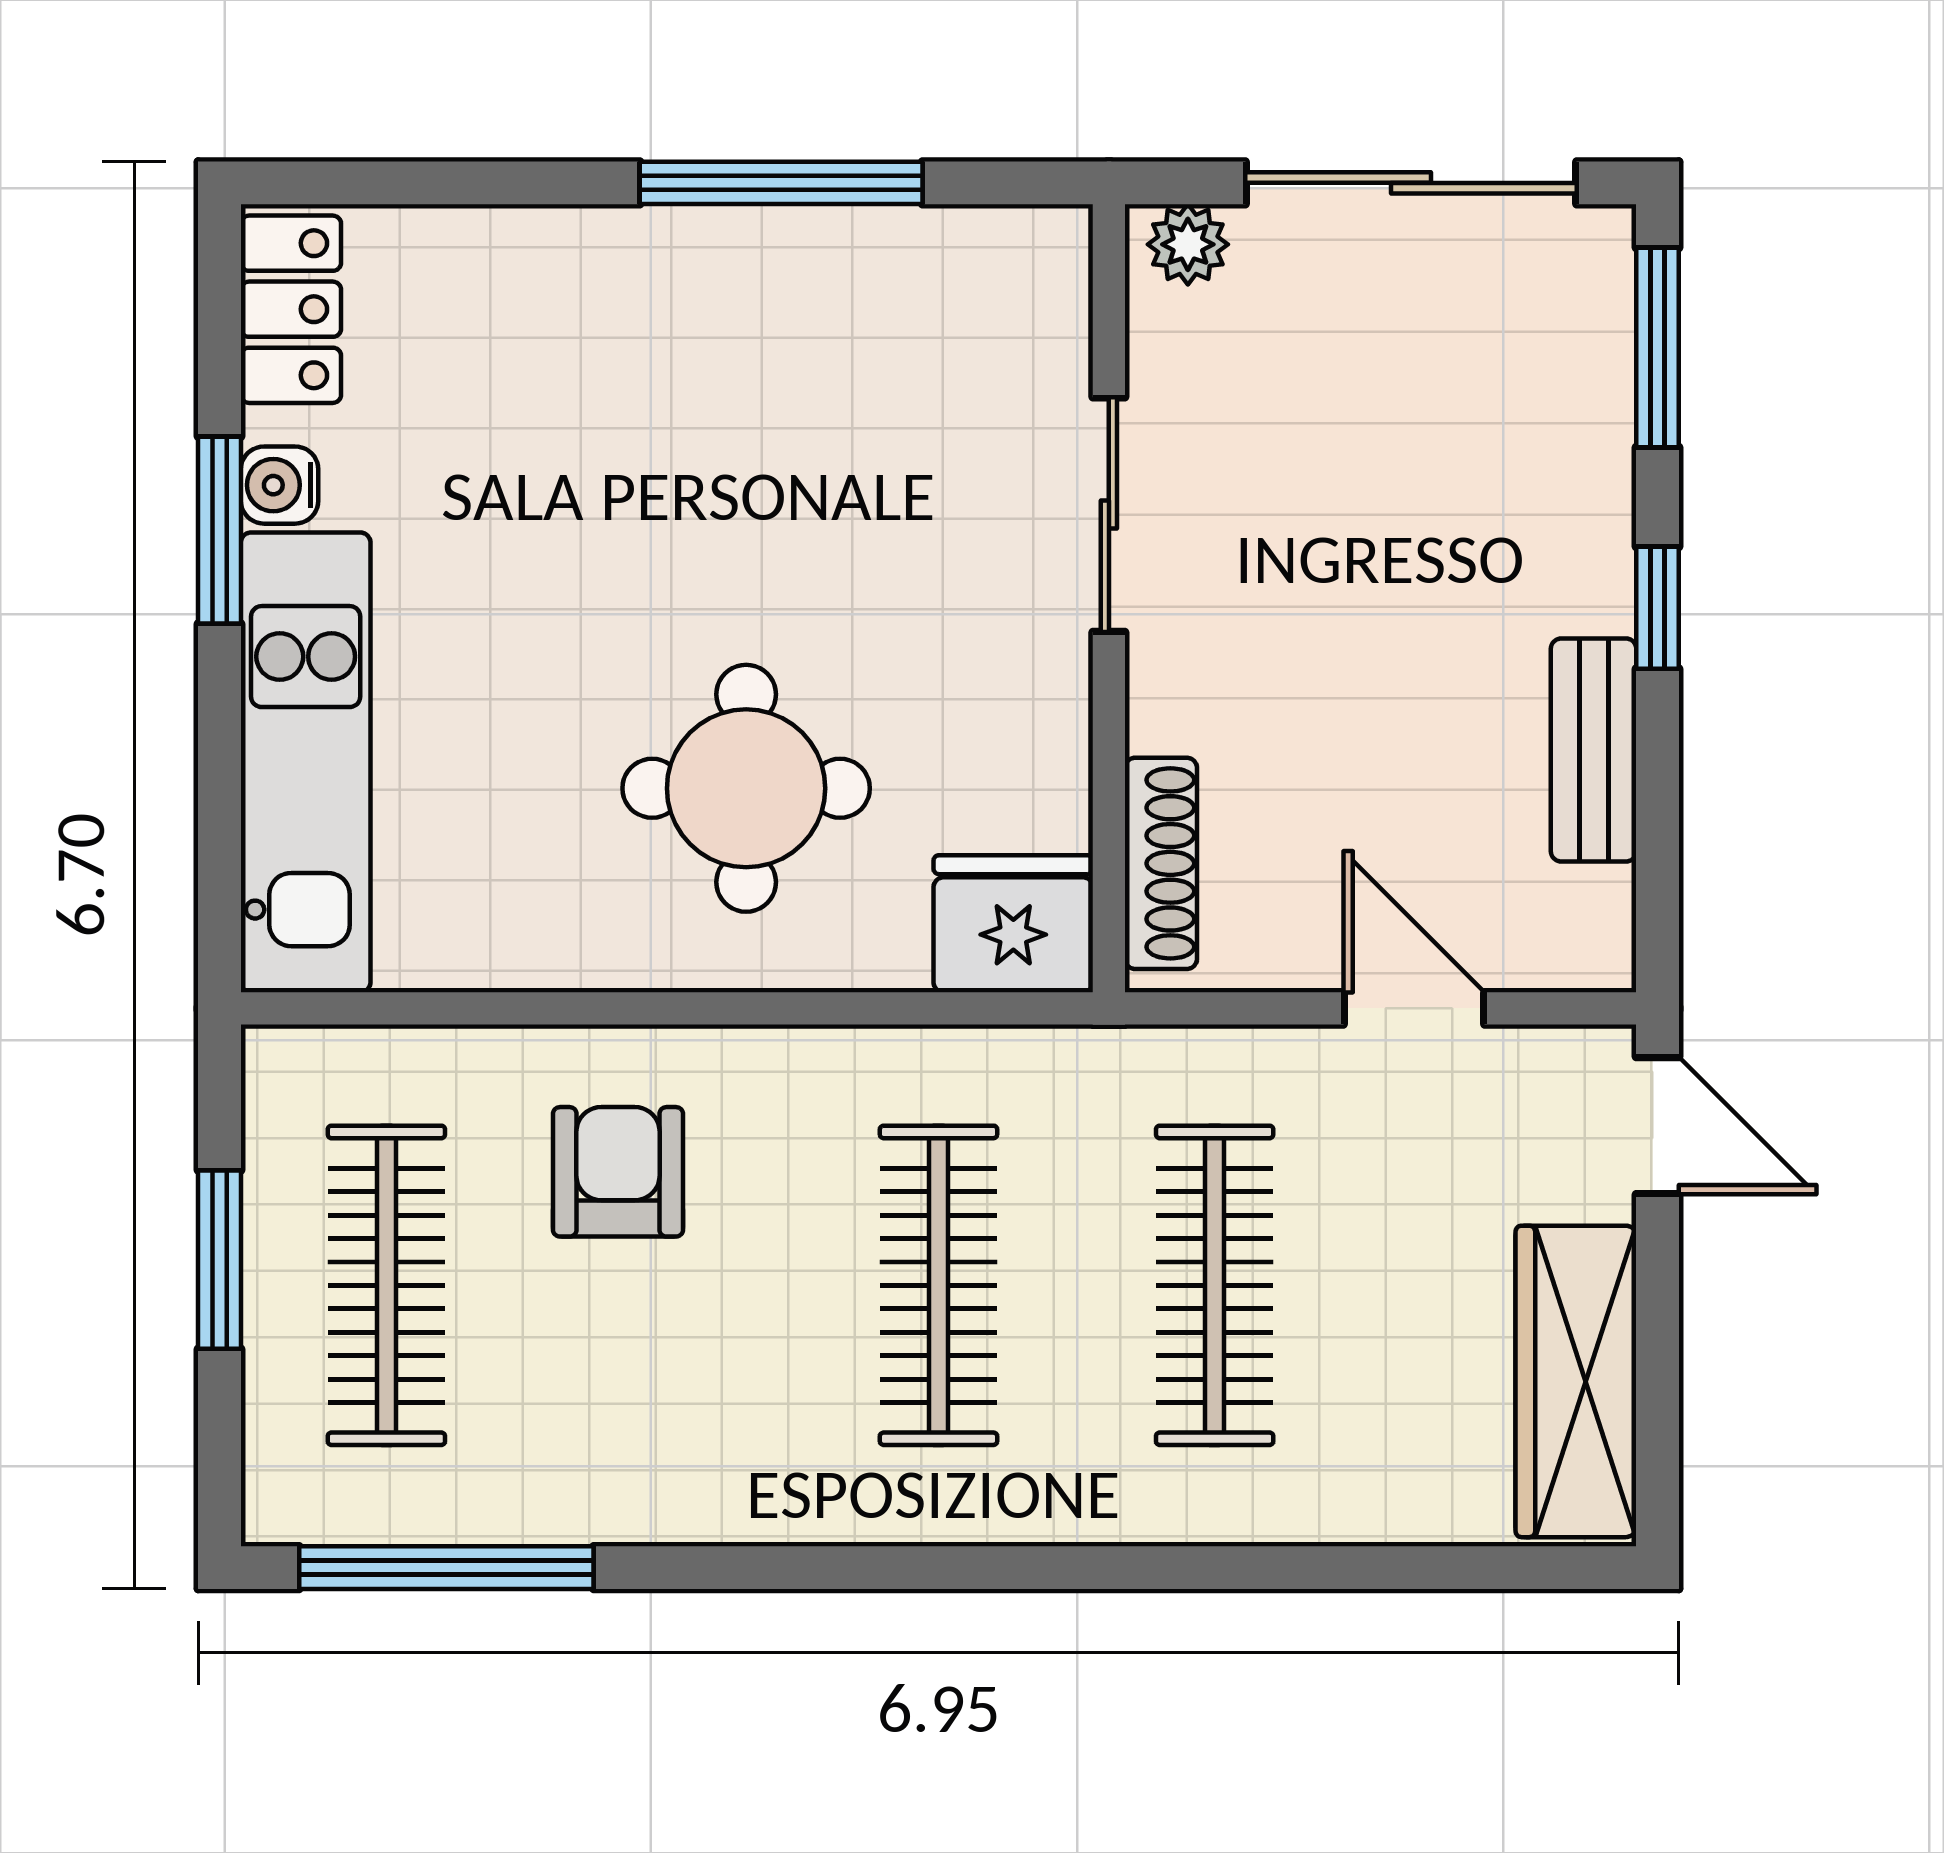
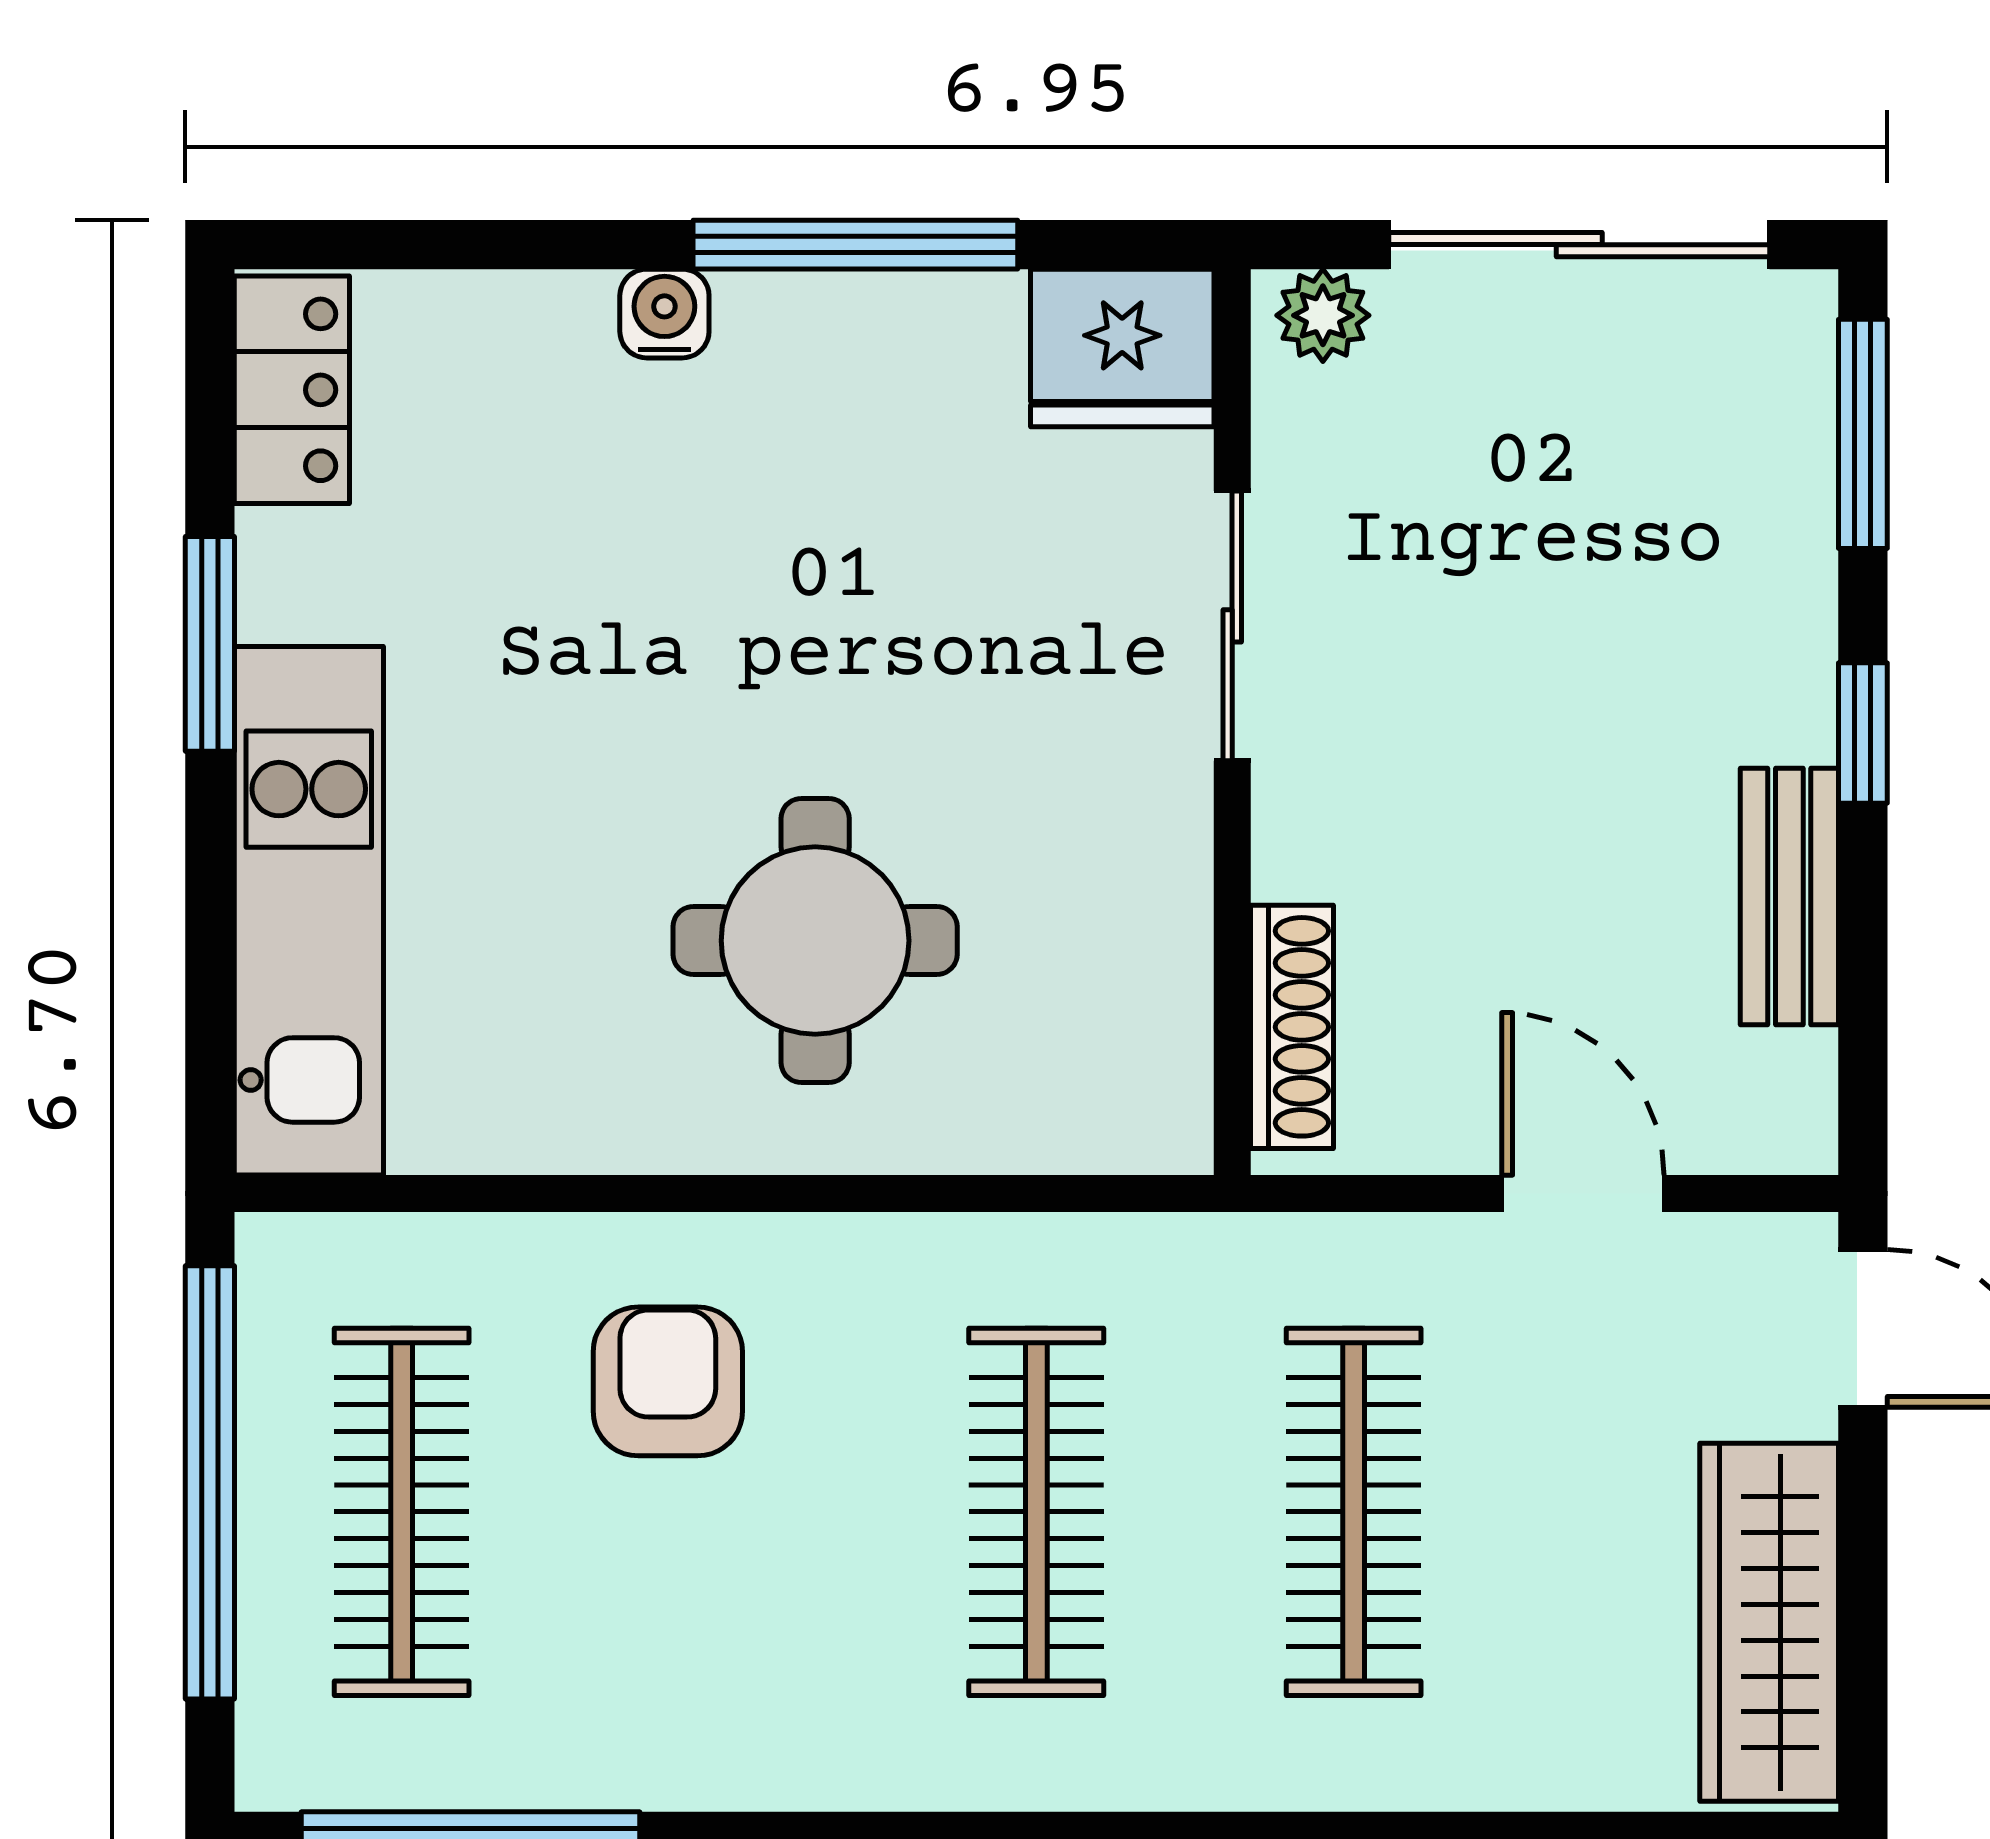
water cooler: (280, 485) -> (664, 314), moved, turned 90
fridge: (1013, 924) -> (1122, 348), moved, turned 180
window: (220, 1260) -> (210, 1482), width x2.11

